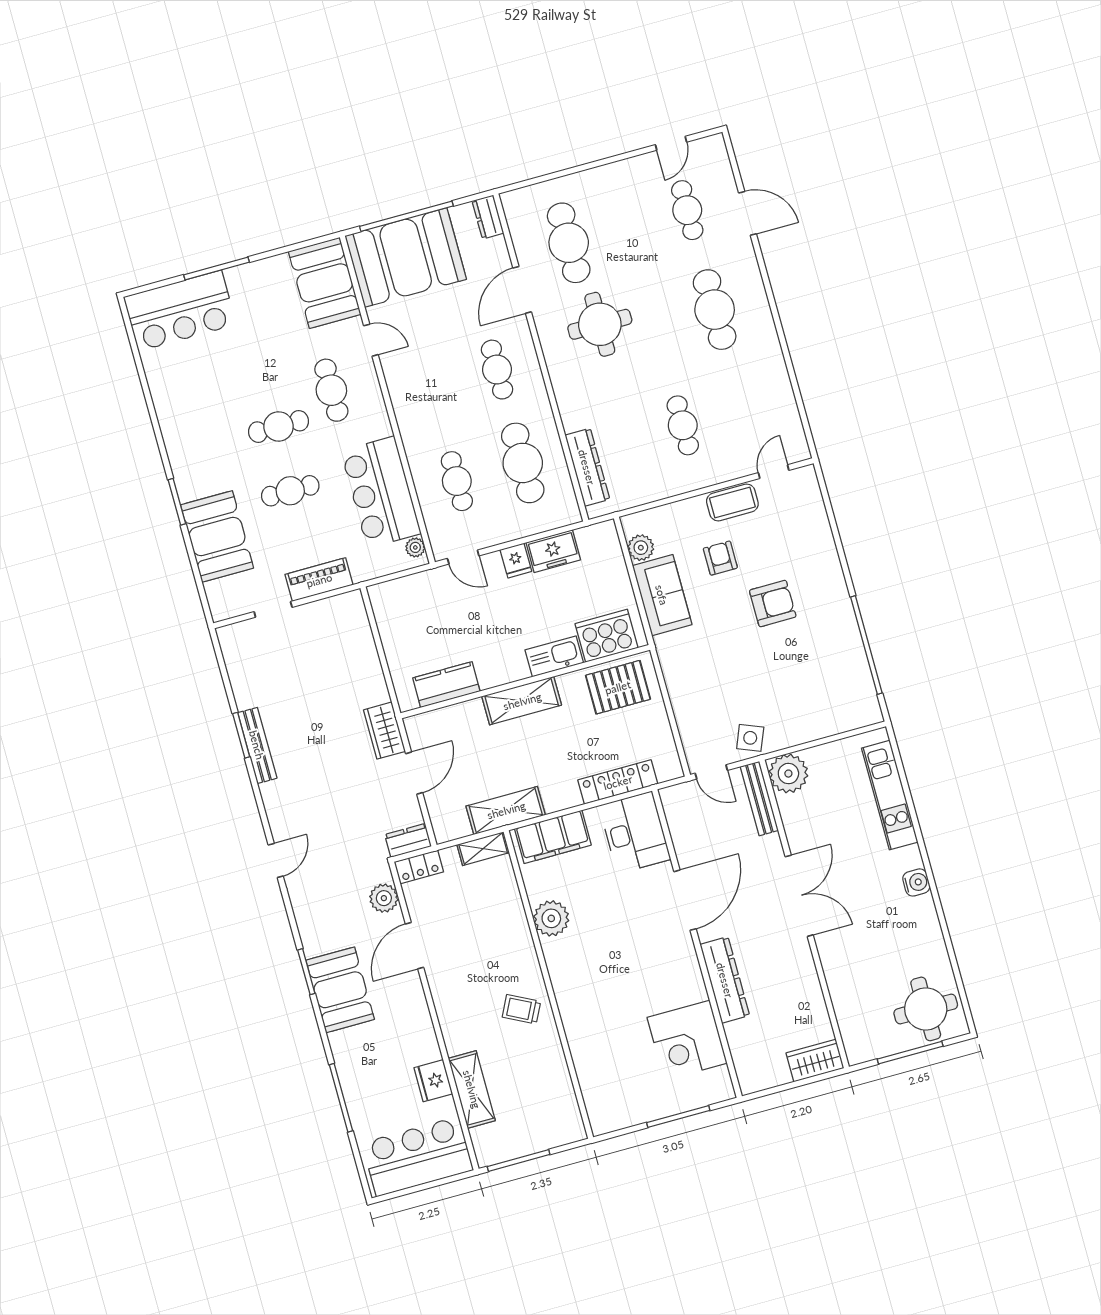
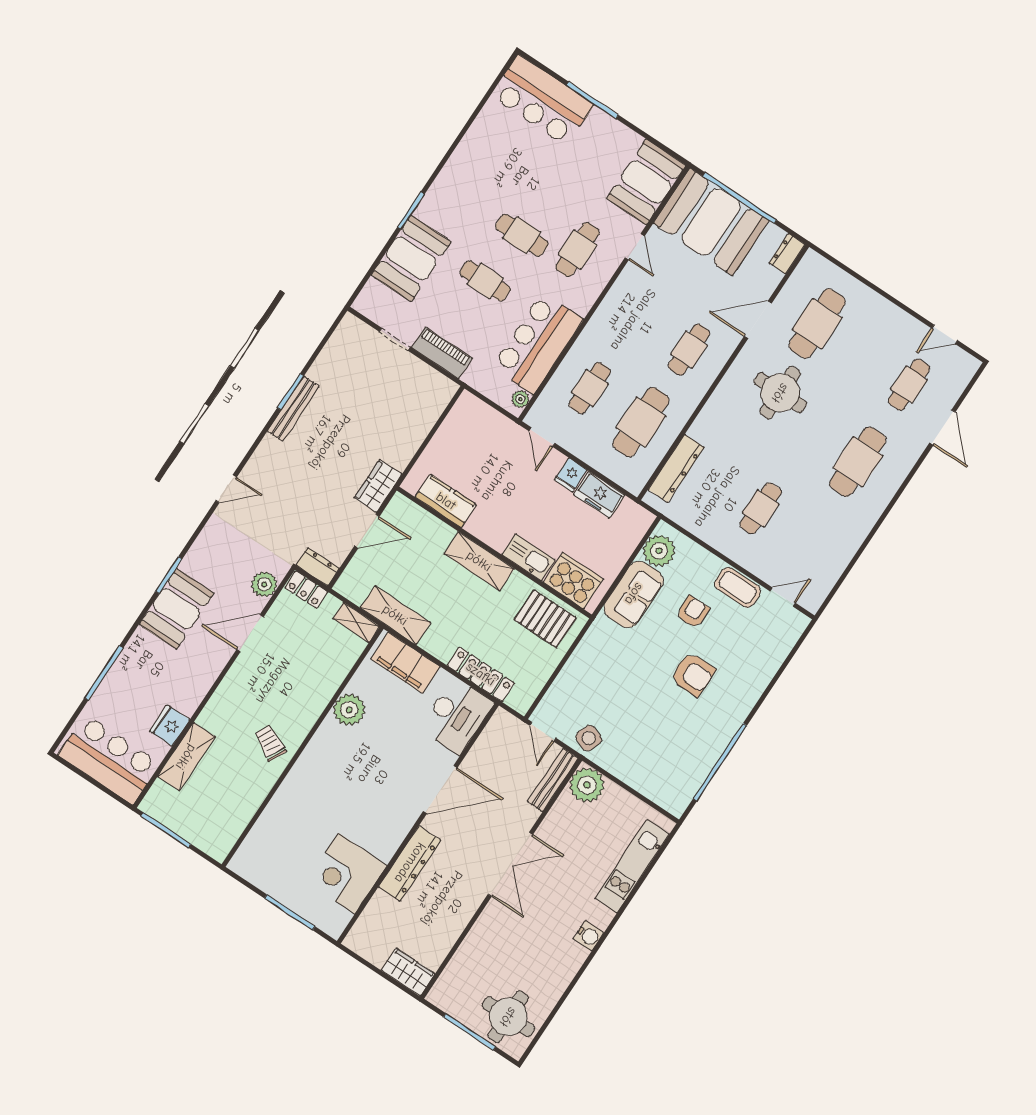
plant: (641, 548) -> (659, 551), width x1.36, depth x1.36

